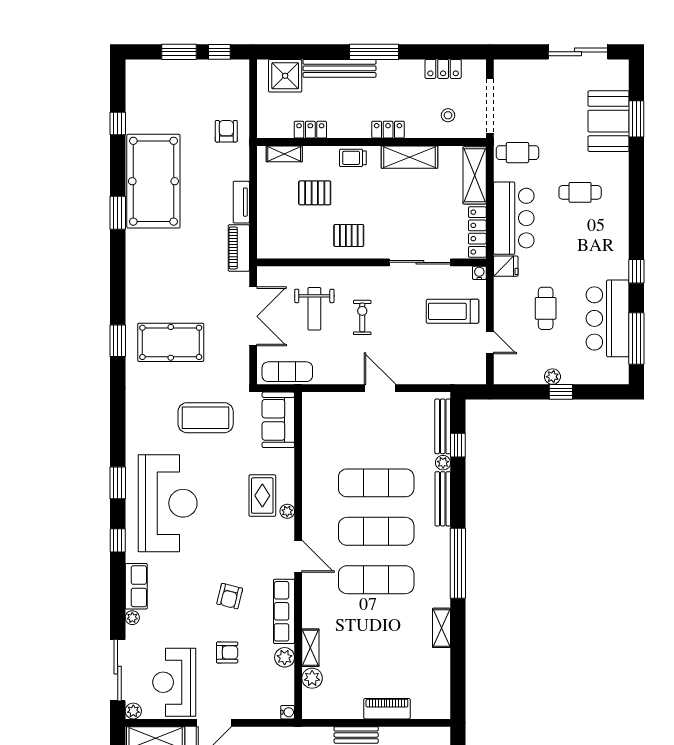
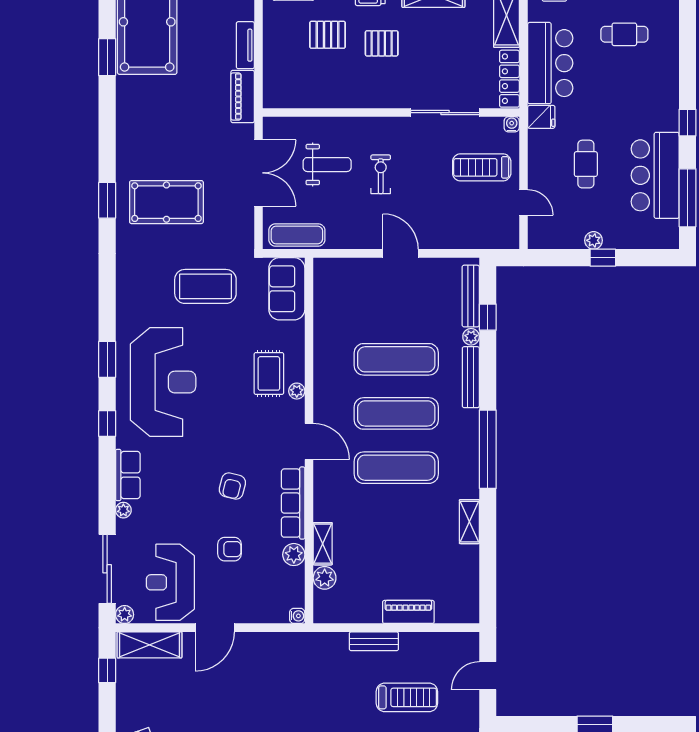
pallet: (349, 235) -> (382, 43), moved
weight bench: (314, 309) -> (327, 165), turned -90

